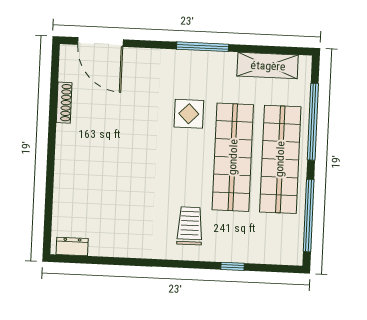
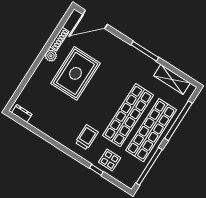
door: (100, 42) -> (95, 19), hinge flipped
display table: (189, 114) -> (110, 160), moved
plant: (66, 135) -> (51, 56), added
rug: (118, 140) -> (75, 73), added

